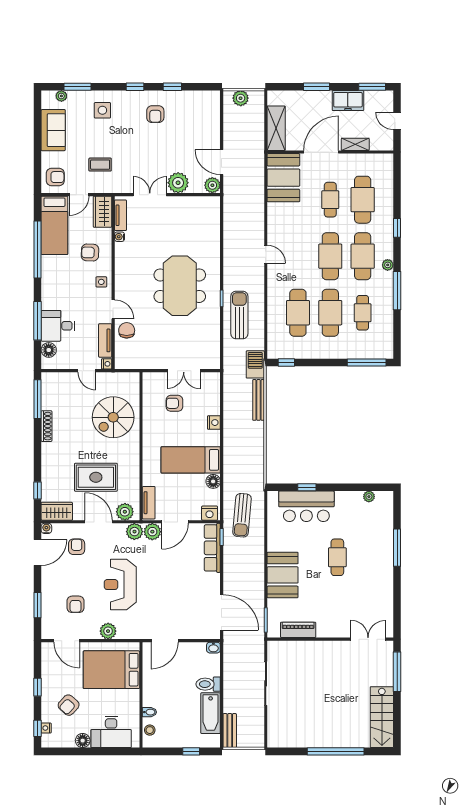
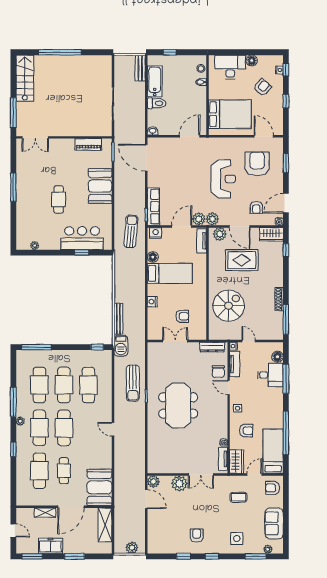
cafe table: (363, 313) -> (39, 385), width x1.37, depth x1.35
dresser: (135, 363) -> (212, 347), added
window: (397, 548) -> (13, 187), moved
armchair: (76, 604) -> (257, 164), width x1.88, depth x1.88
plant: (108, 631) -> (232, 144), removed

